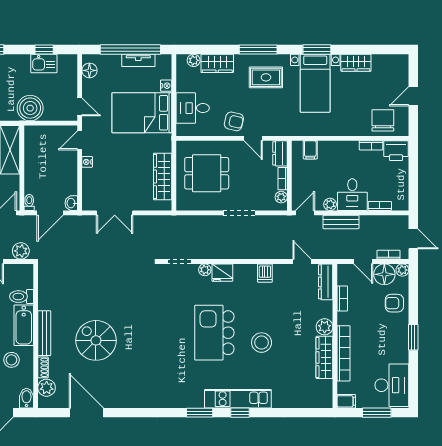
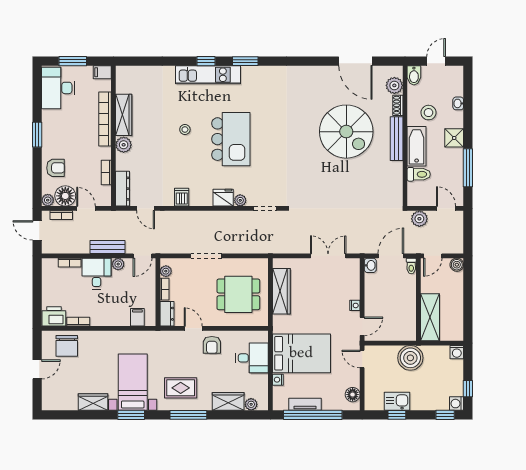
armchair: (234, 121) -> (212, 345), turned -103
spiral stairs: (96, 340) -> (346, 132), width x1.37, depth x1.37
stool: (262, 343) -> (185, 129), width x0.53, depth x0.53

